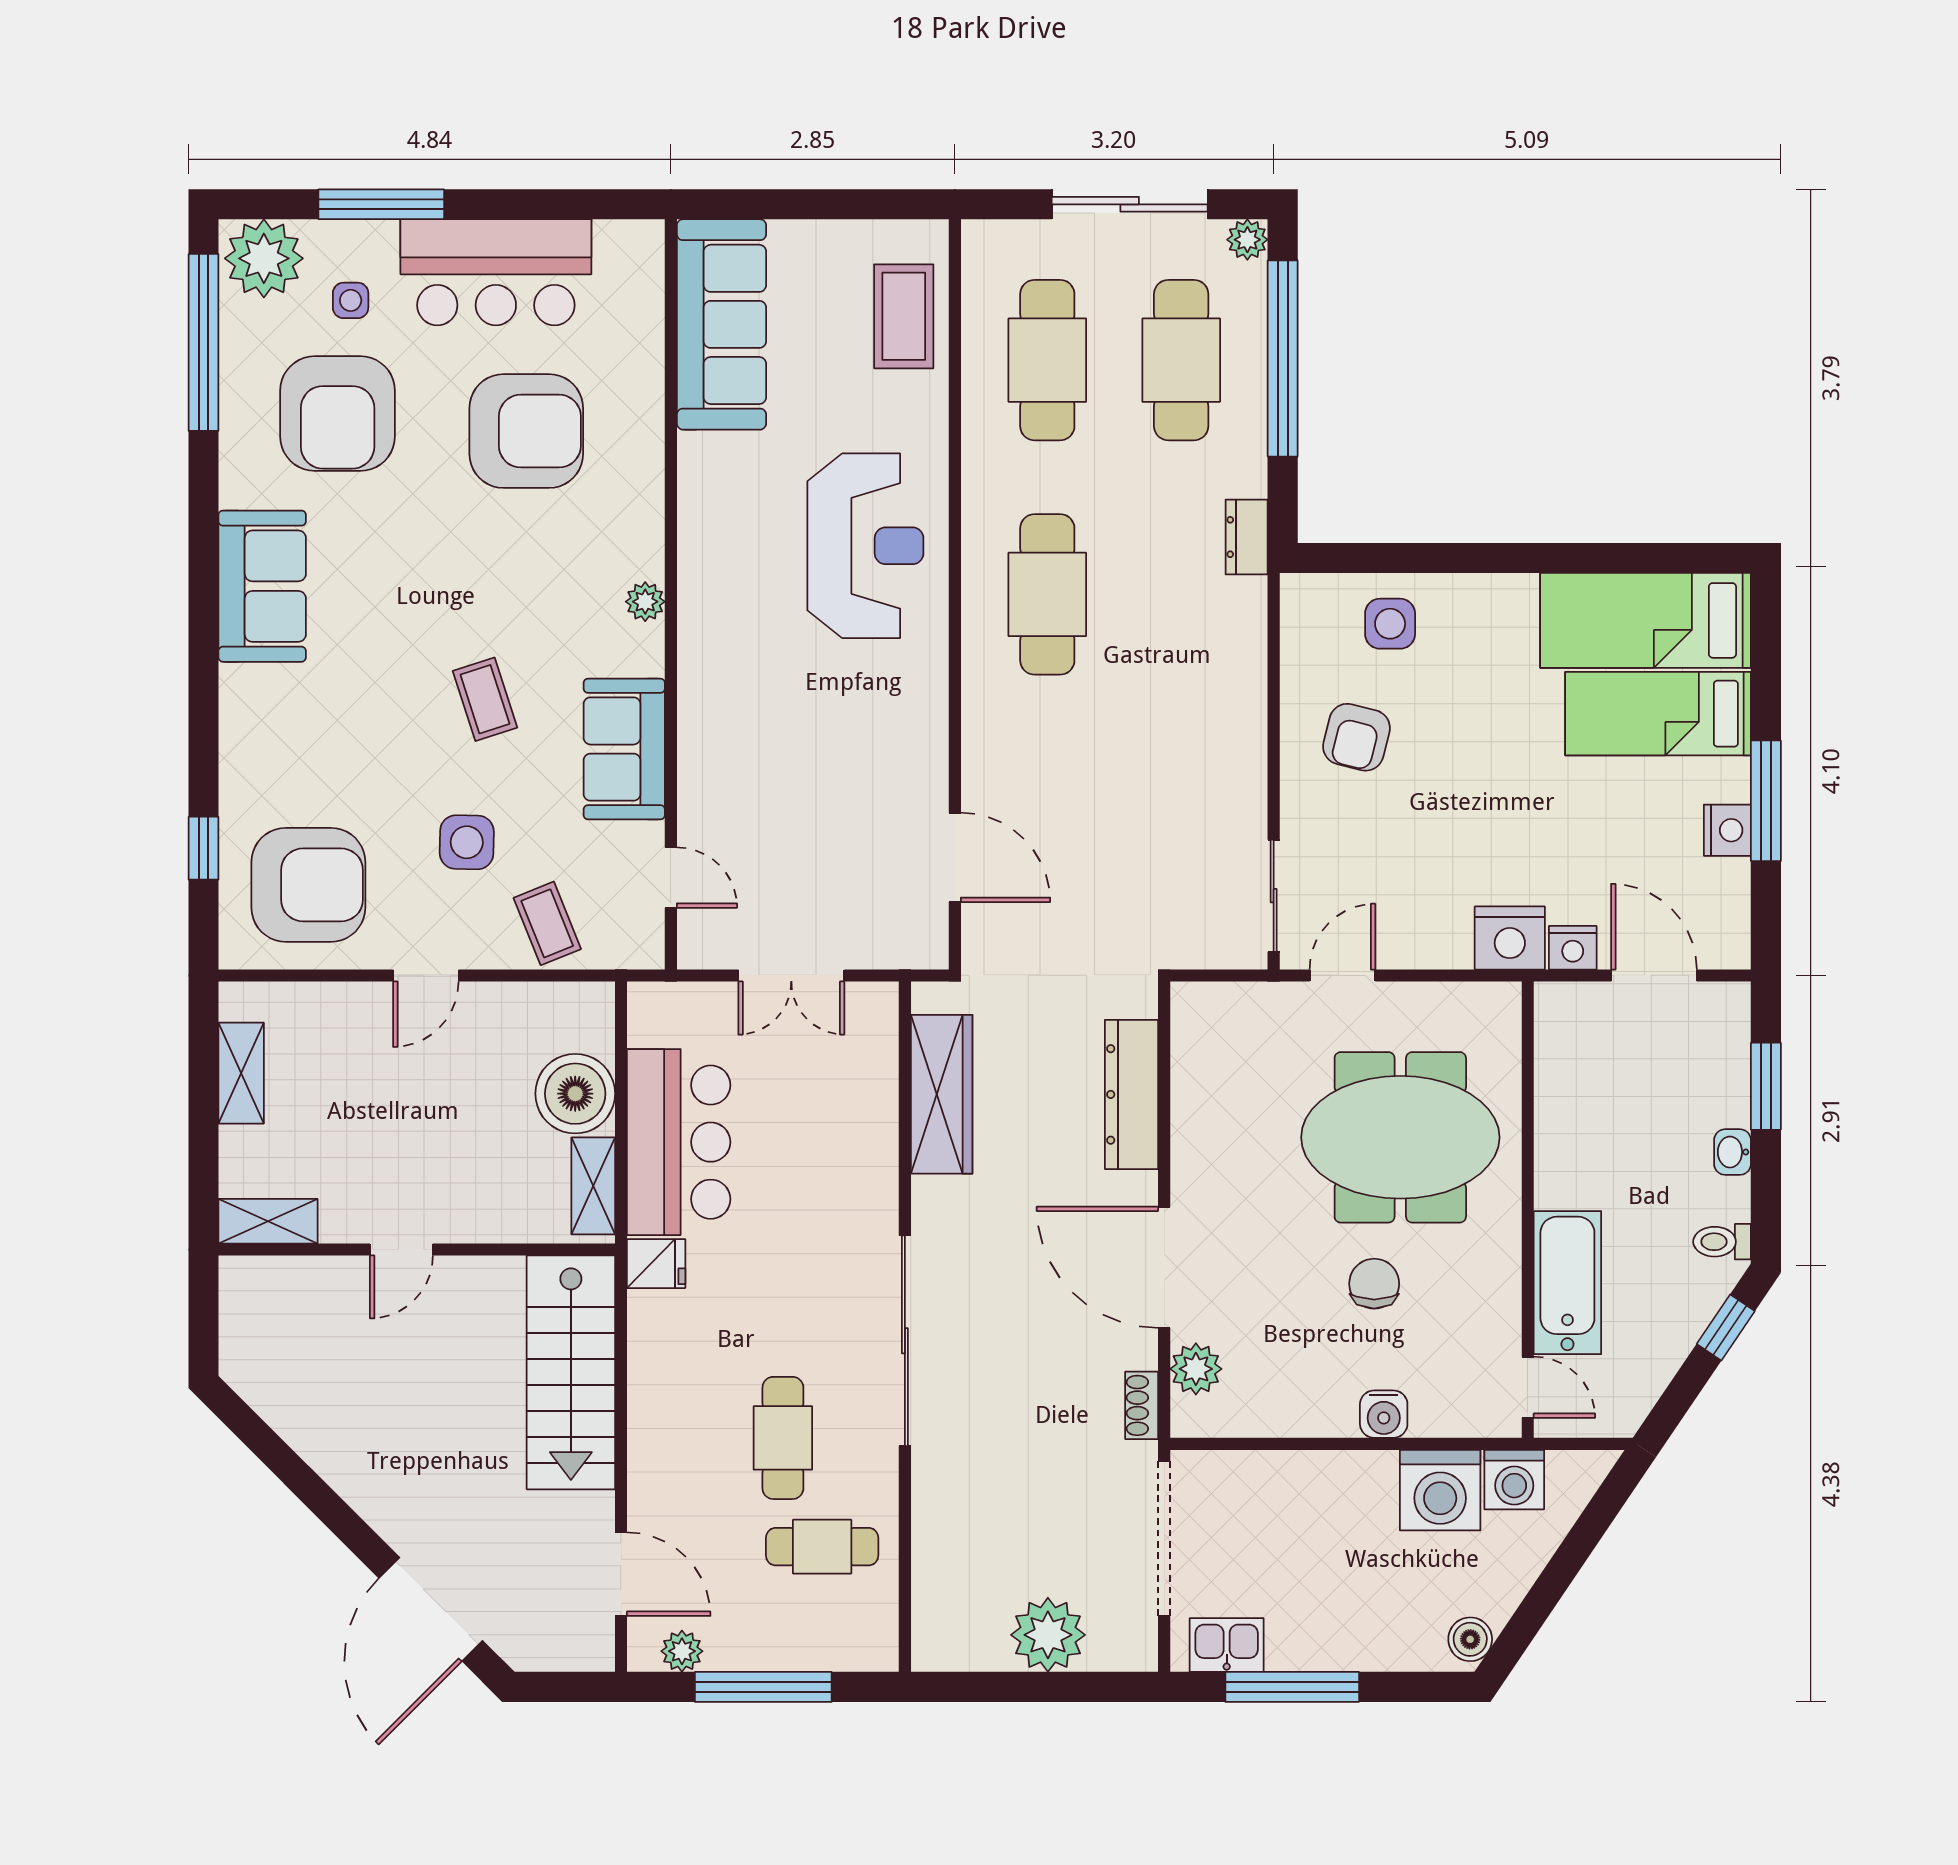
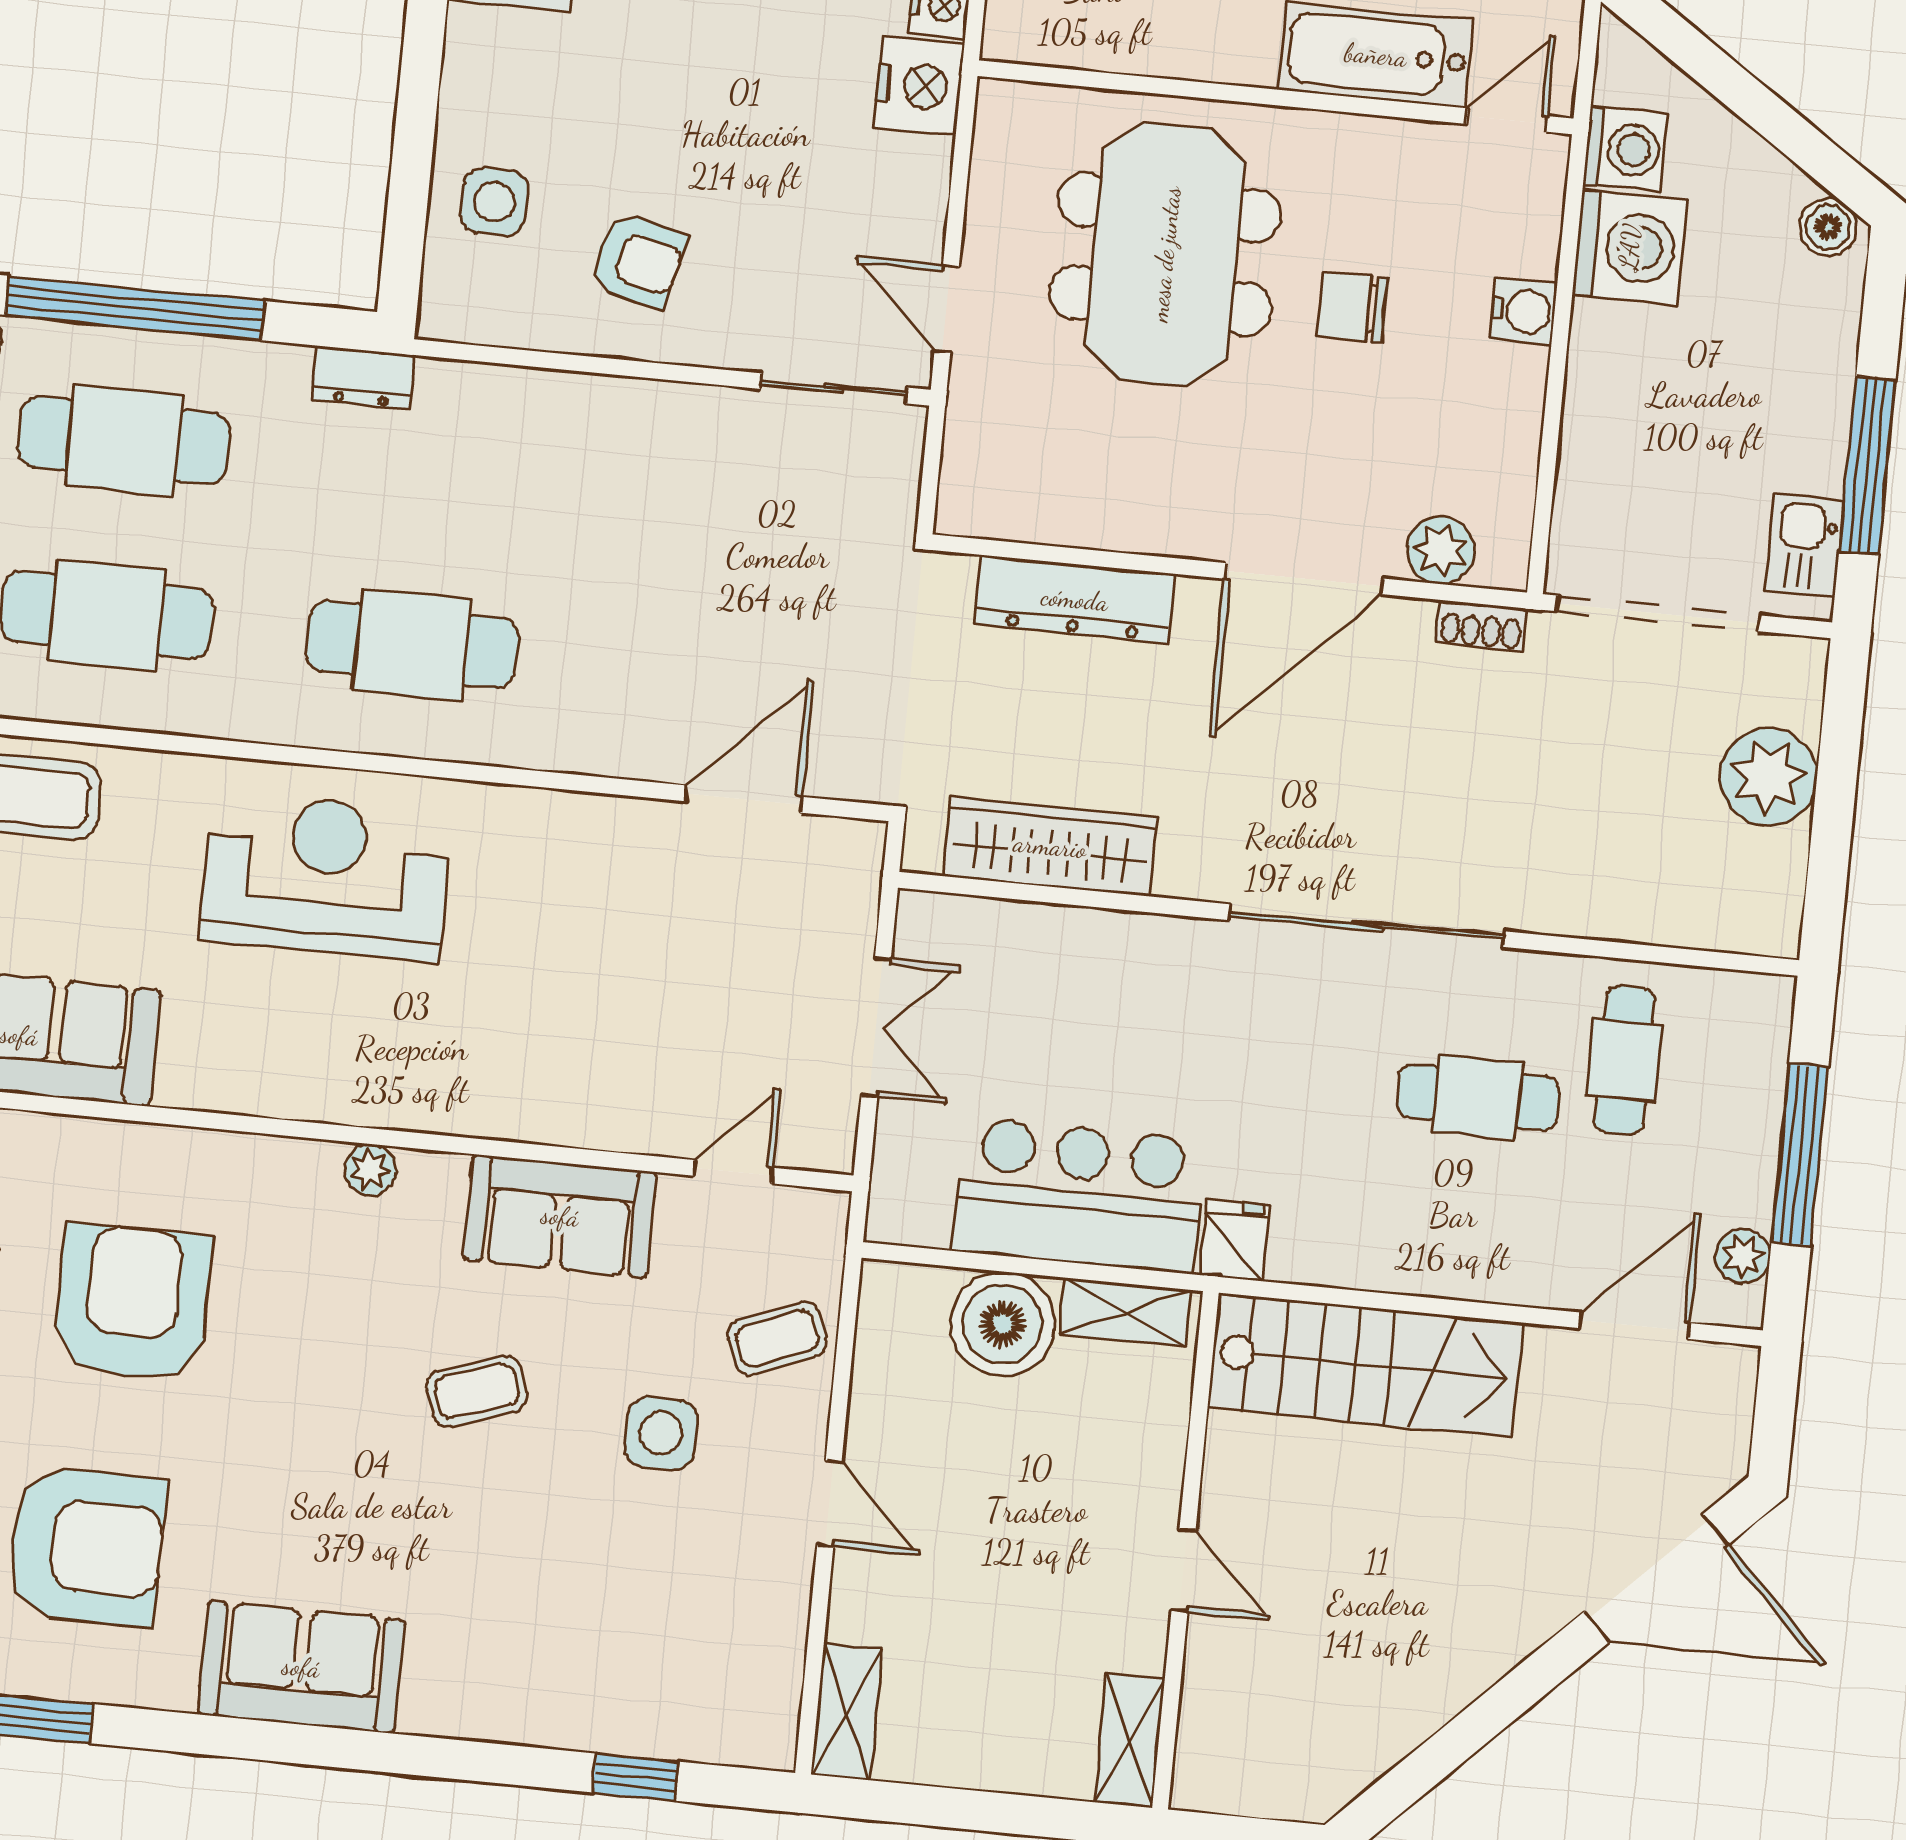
armchair: (308, 885) -> (696, 1645), removed
shelving: (241, 1073) -> (847, 1712), moved, turned 90

